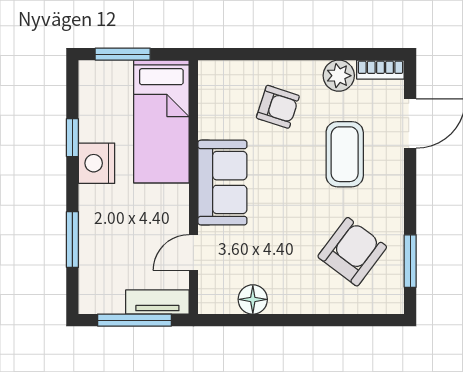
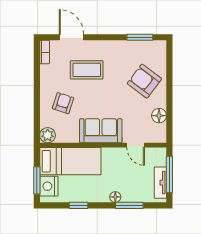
plant: (339, 76) -> (48, 135), moved
nightstand: (97, 163) -> (49, 186), moved, turned 90
floor lamp: (89, 212) -> (115, 197), added
armchair: (352, 252) -> (144, 81), moved
tv unit: (157, 302) -> (160, 183), moved

